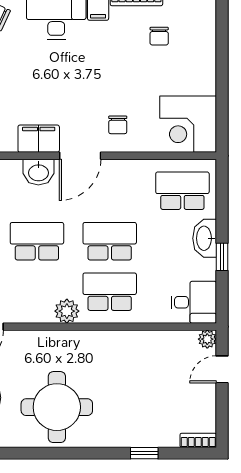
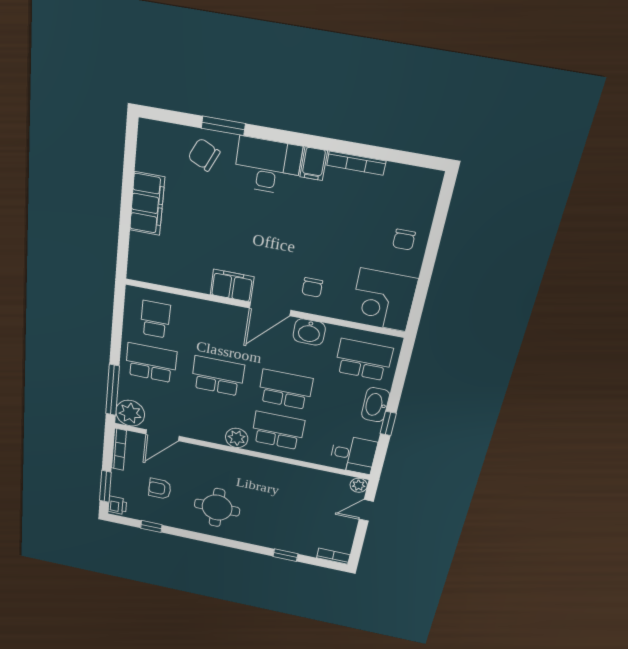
chair: (159, 36) -> (404, 240), moved
washbasin: (38, 172) -> (309, 332), moved
round table: (57, 407) -> (217, 508), width x0.73, depth x0.73

